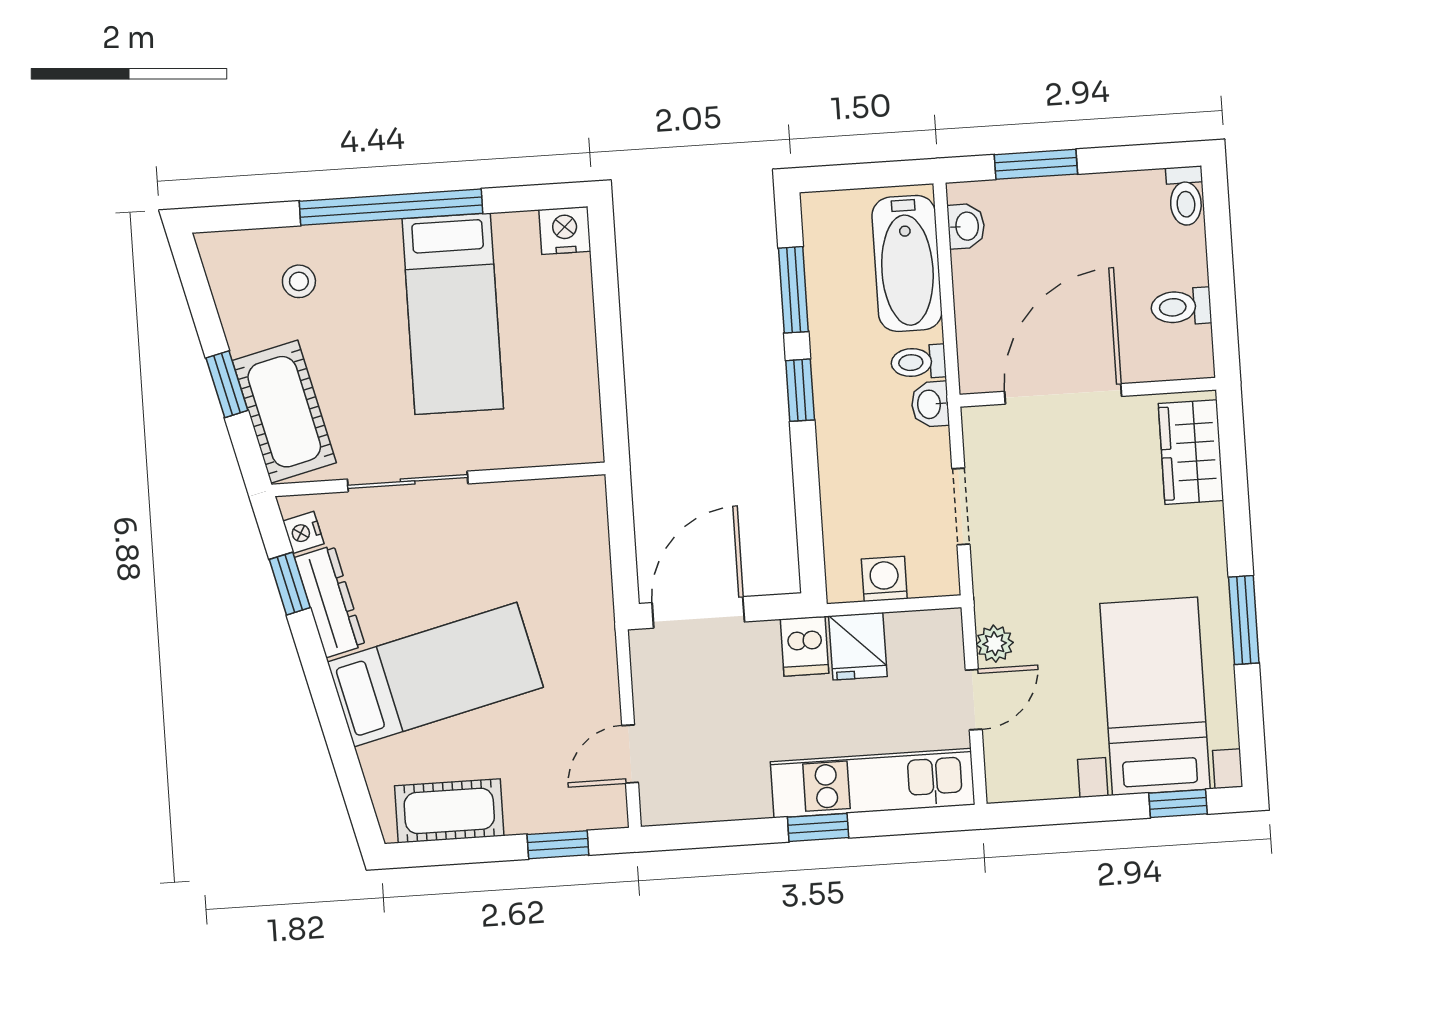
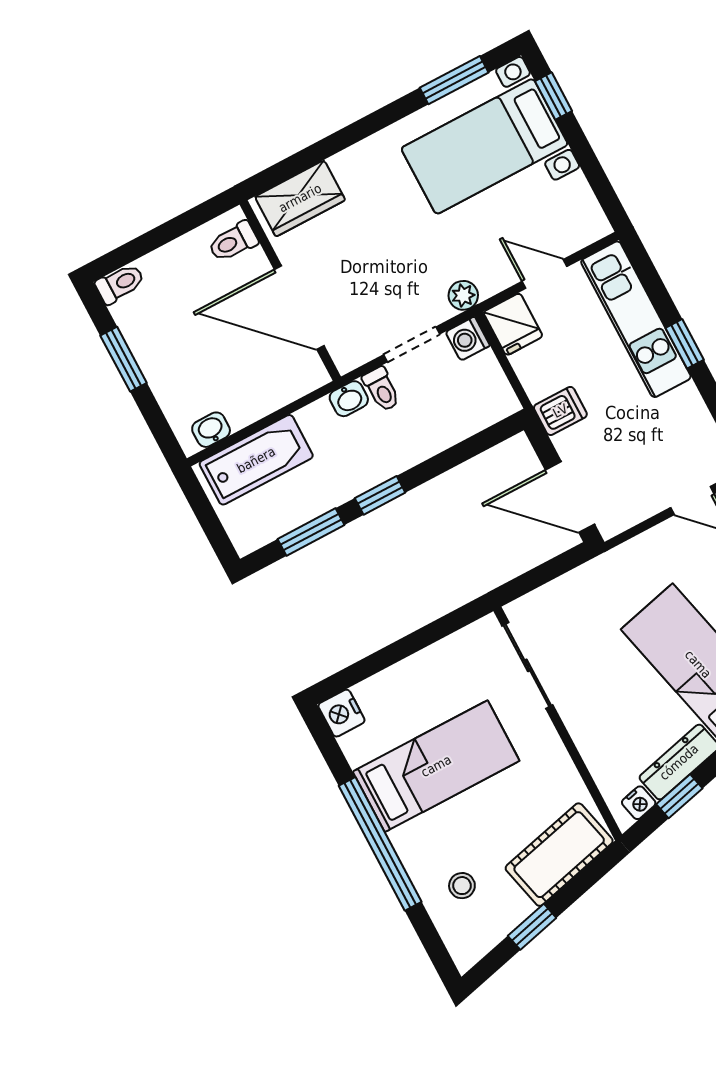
window: (1036, 164) -> (124, 359), moved
toilet: (1181, 307) -> (233, 242), moved, turned 90
toilet: (918, 362) -> (381, 389), moved
window: (227, 384) -> (532, 927), moved
sliding door: (408, 481) -> (527, 665), moved
washing machine: (884, 579) -> (468, 339), moved
window: (1244, 620) -> (454, 80), moved
plant: (995, 644) -> (463, 295), moved
fridge: (858, 646) -> (513, 324), moved, turned 90

